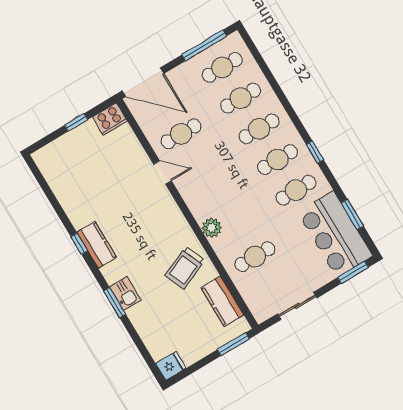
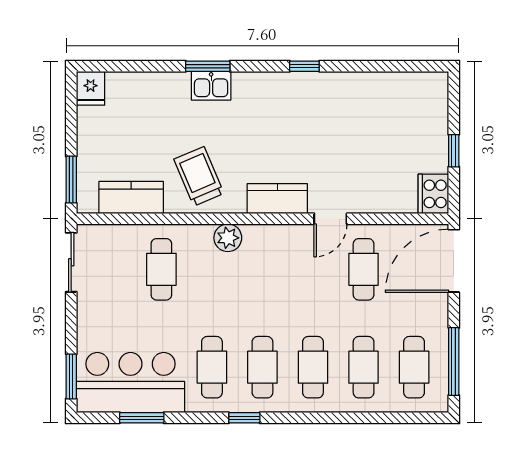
kitchen counter: (97, 245) -> (277, 199), moved, turned 180
sliding door: (297, 306) -> (71, 262), moved

